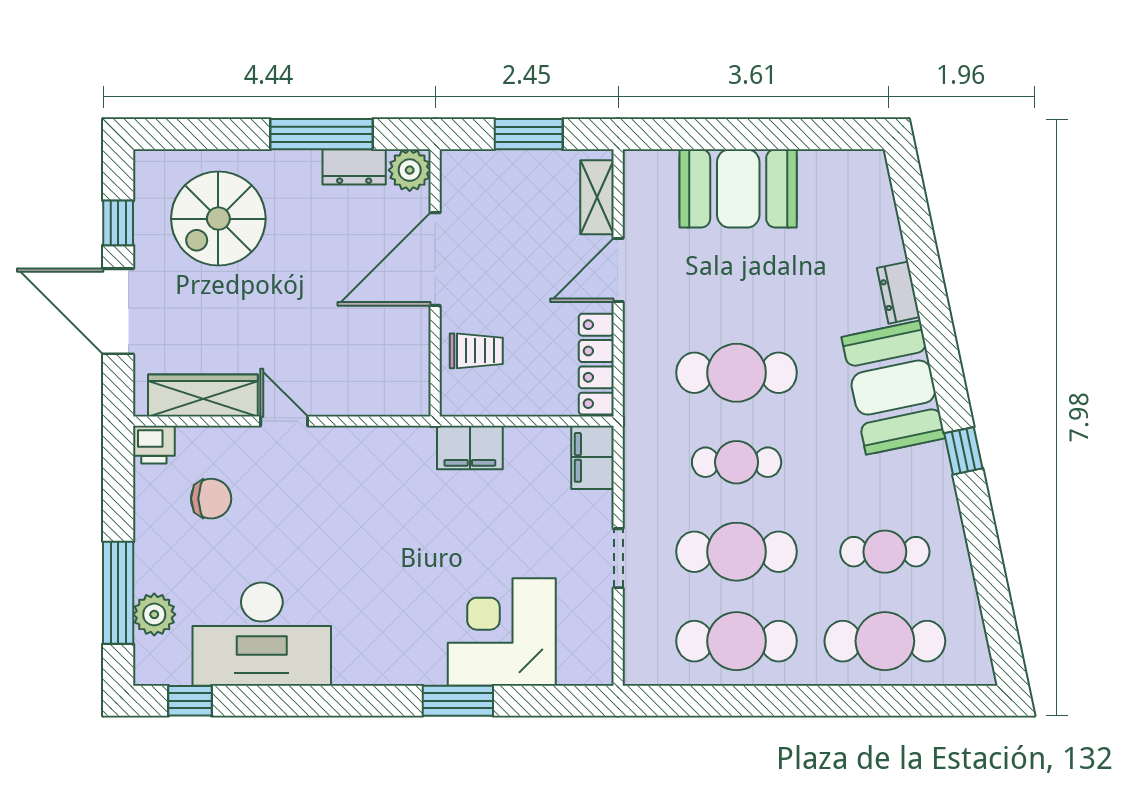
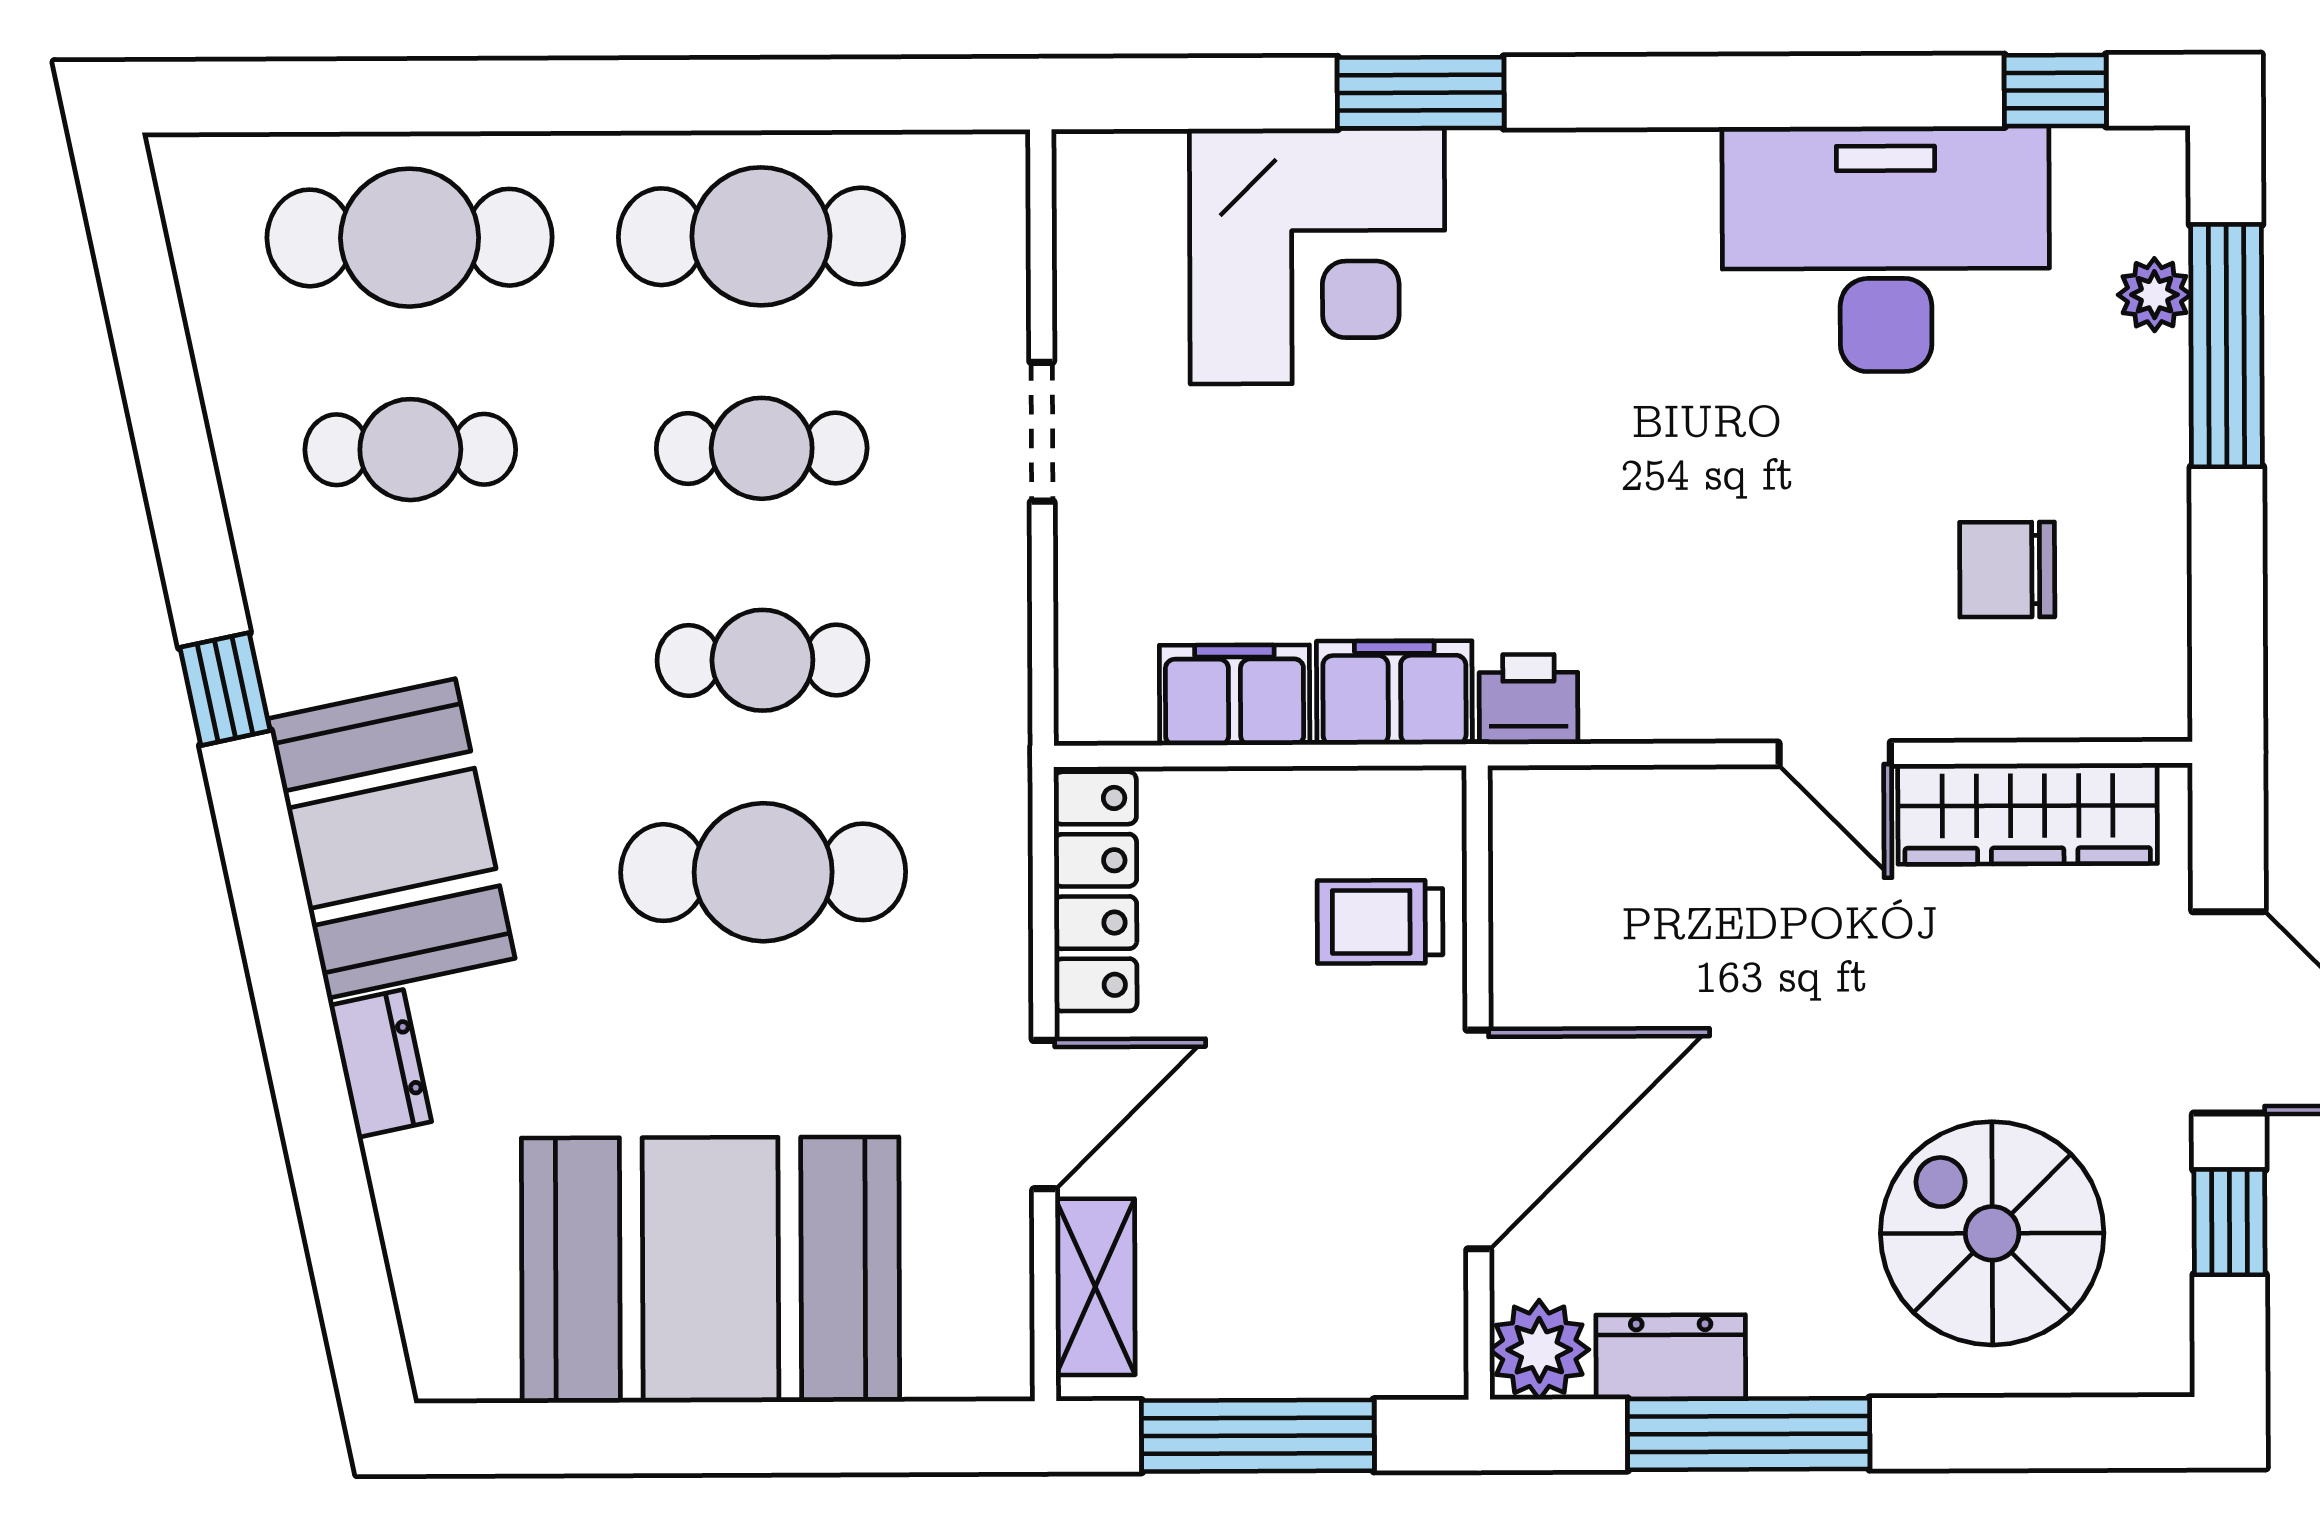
window: (529, 134) -> (1258, 1436), width x1.44
booth: (738, 188) -> (711, 1270), width x1.36, depth x1.42
spiral stairs: (218, 219) -> (1992, 1233), turned -90
printer: (154, 445) -> (1529, 699), moved
filing cabinet: (593, 457) -> (1235, 695), moved, turned -90
cafe table: (737, 552) -> (762, 448), width x0.73, depth x0.74
plant: (154, 614) -> (2154, 295), width x0.73, depth x0.73

